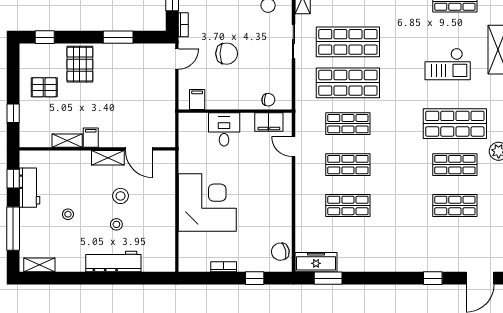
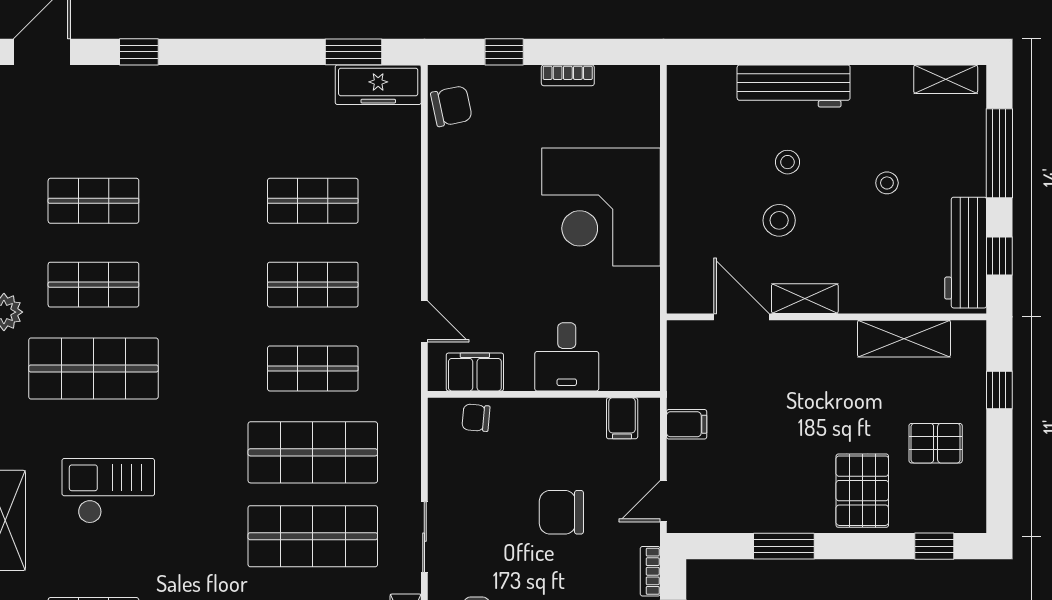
filing cabinet: (91, 138) -> (687, 424), moved, turned -90
shelving: (67, 141) -> (904, 339), width x1.50, depth x1.33
workbench: (30, 188) -> (966, 253), width x1.37

